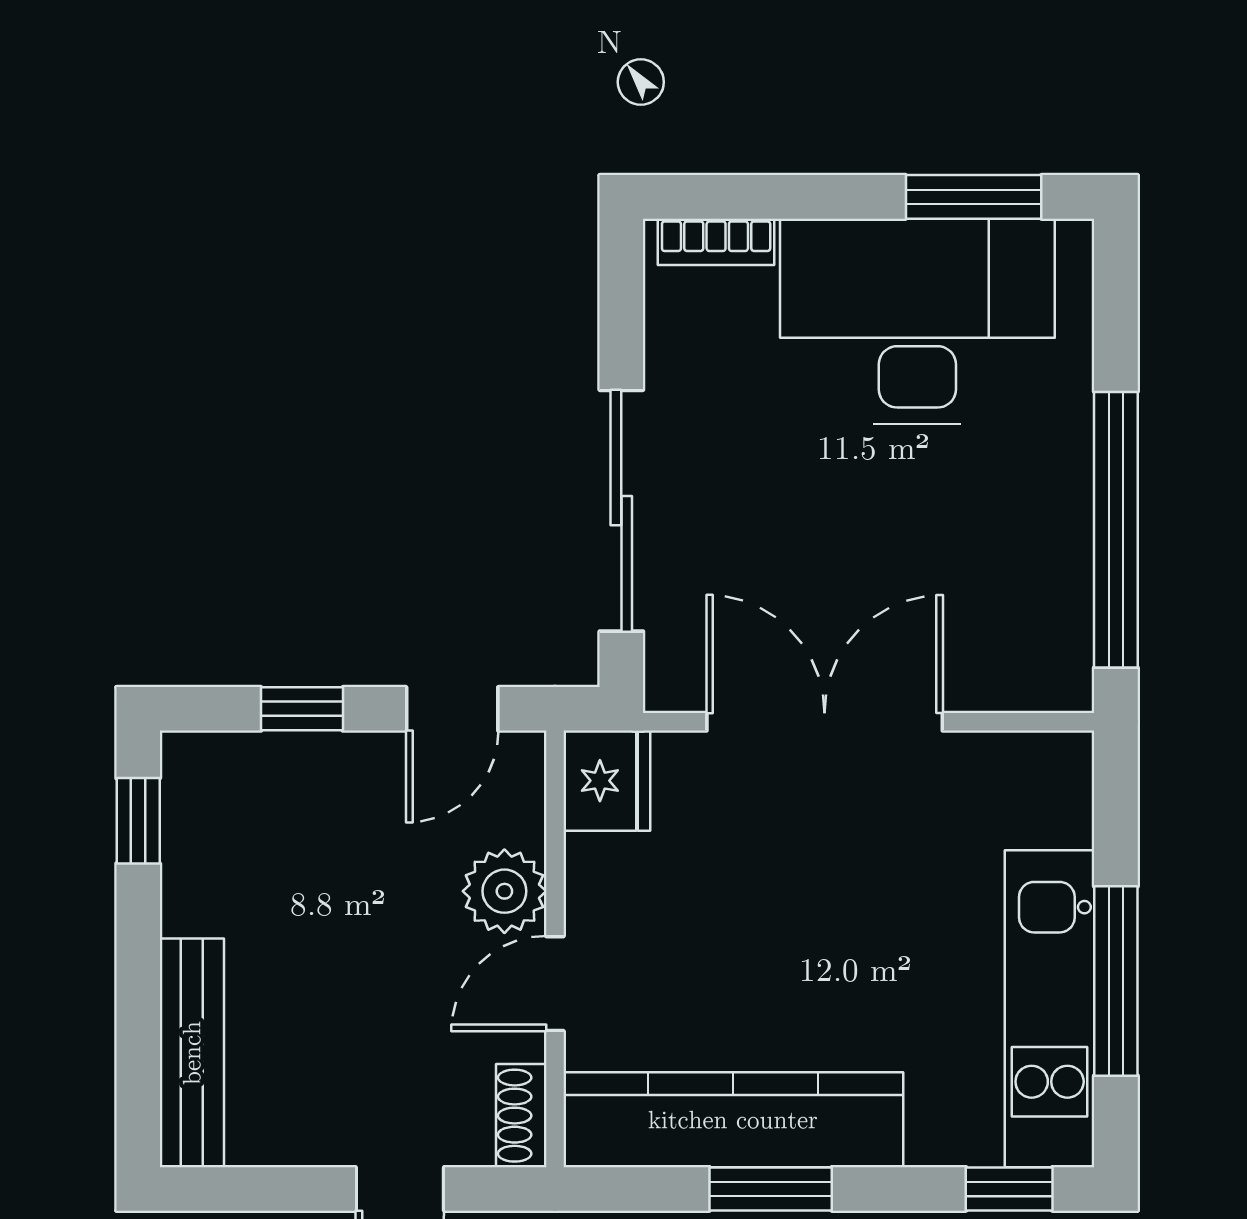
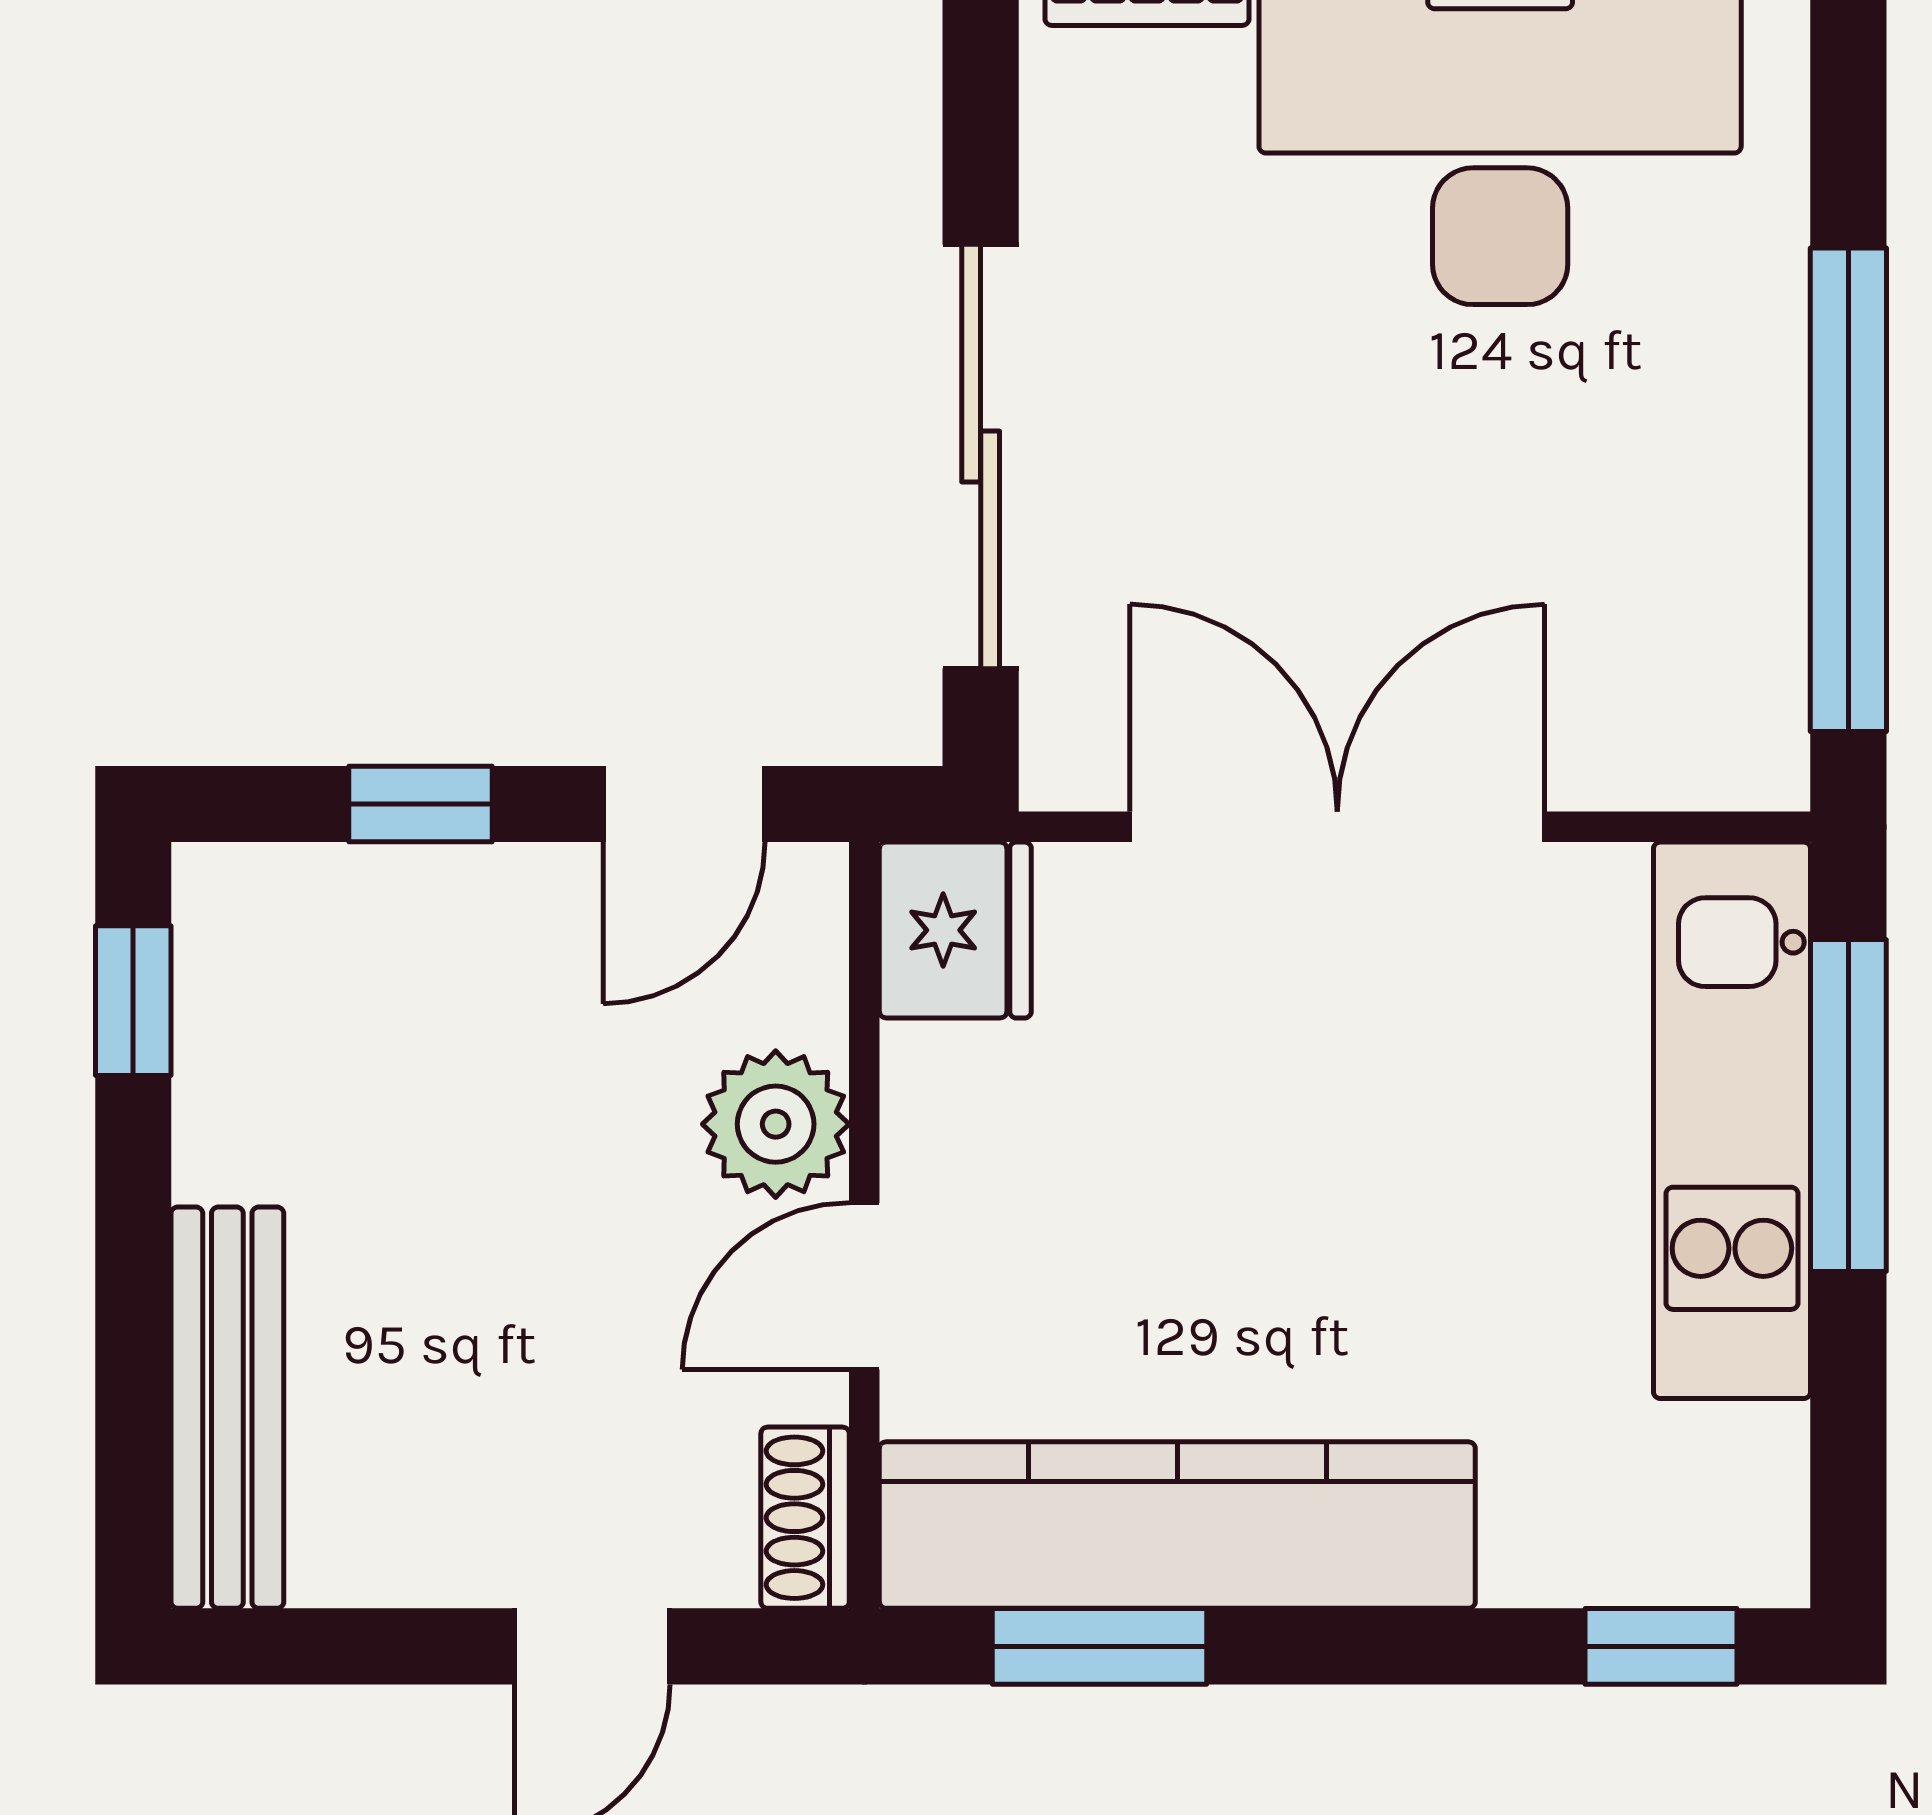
window: (1116, 981) -> (1848, 1106), moved
kitchen unit: (1050, 1009) -> (1732, 1120), moved
window: (771, 1189) -> (1099, 1646), moved

